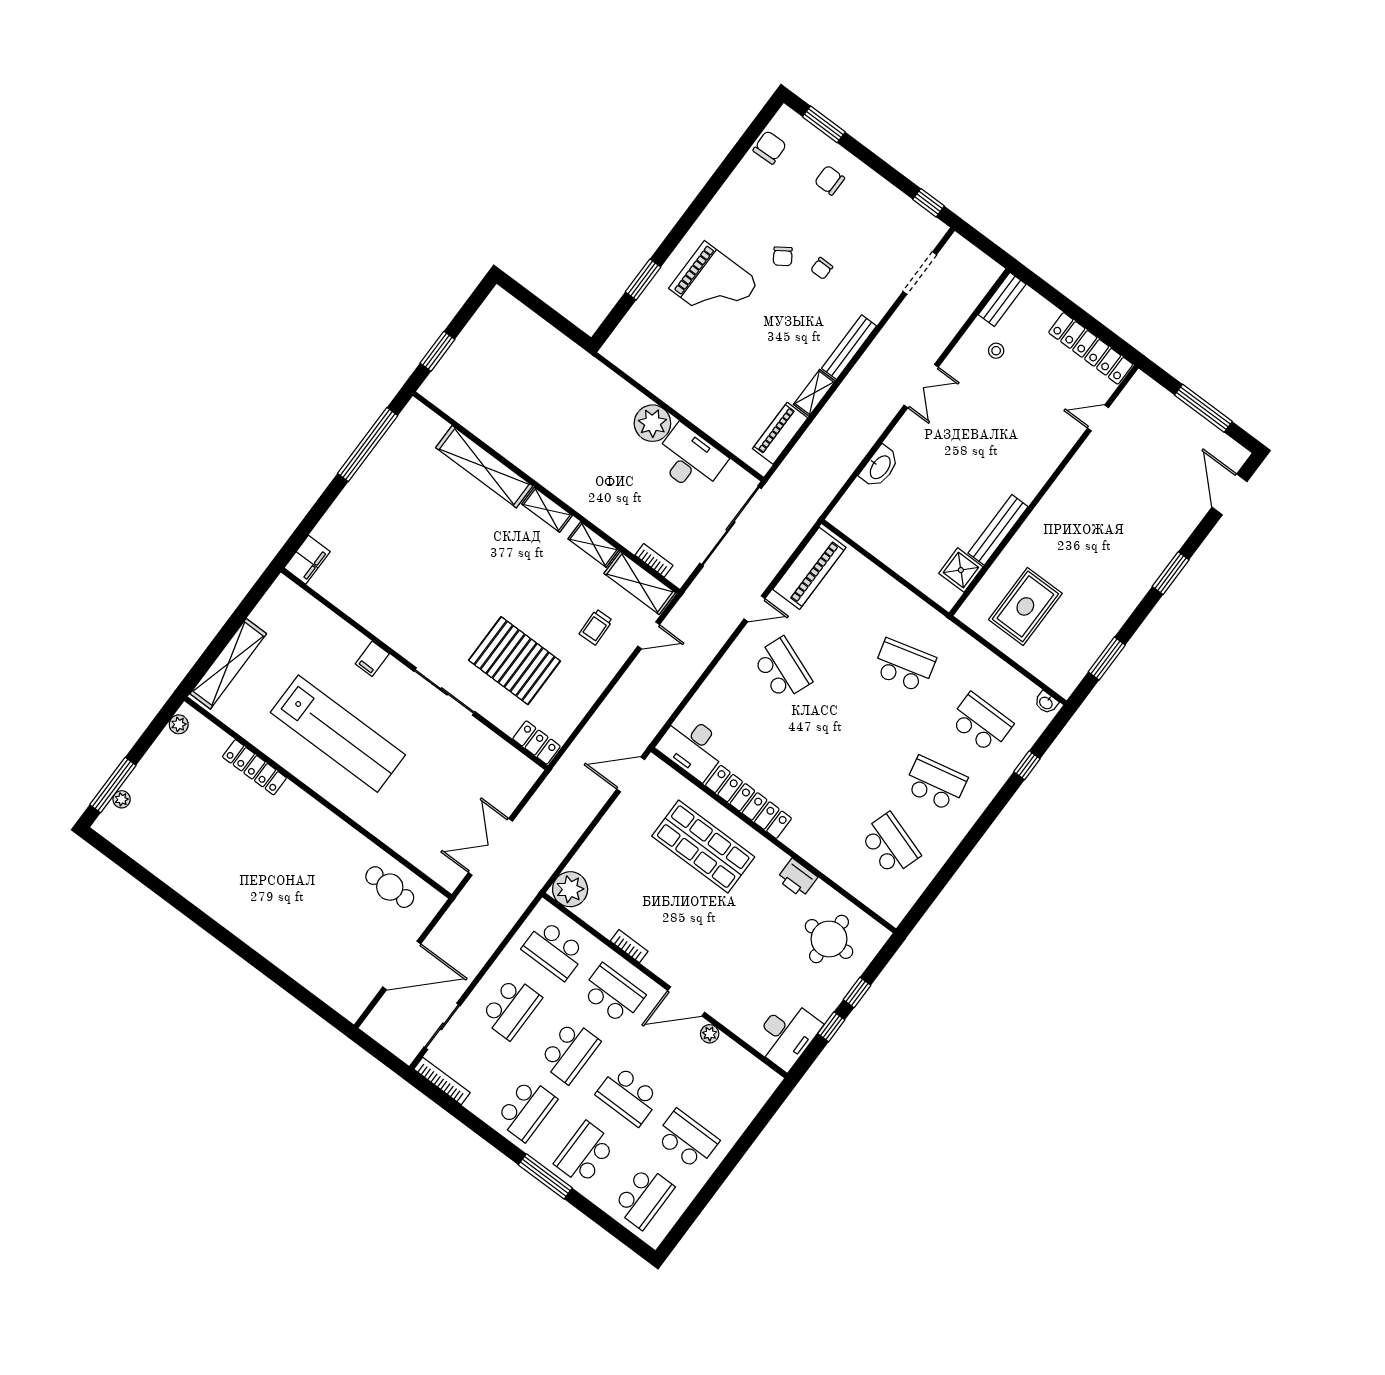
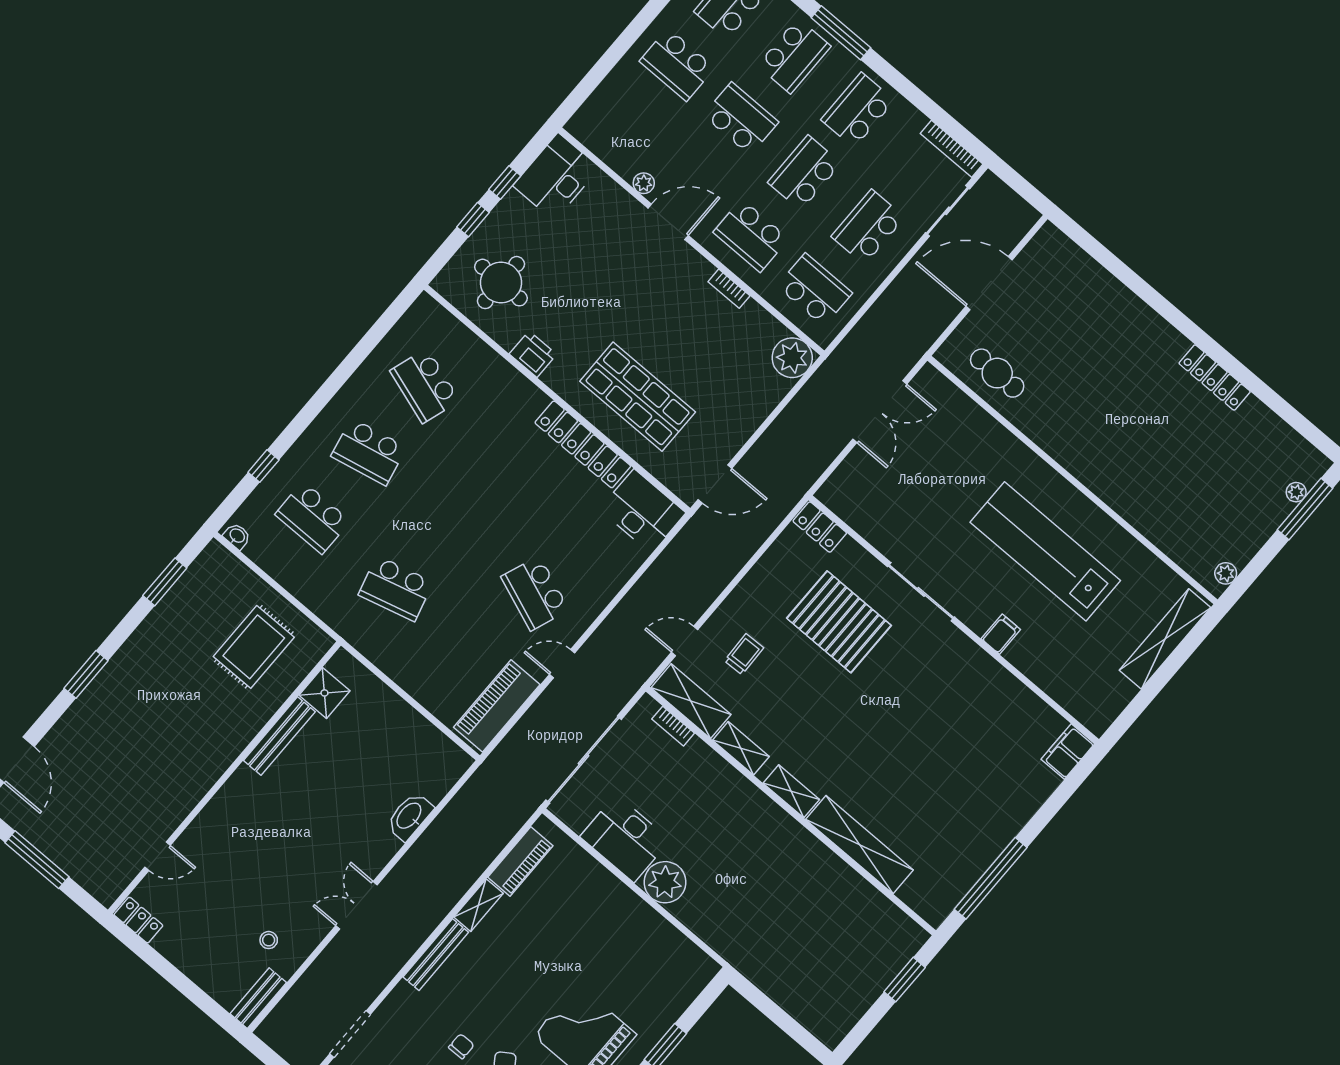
locker: (1091, 348) -> (138, 920), width x0.46, depth x0.83
locker: (254, 767) -> (1215, 377), moved, turned 180

